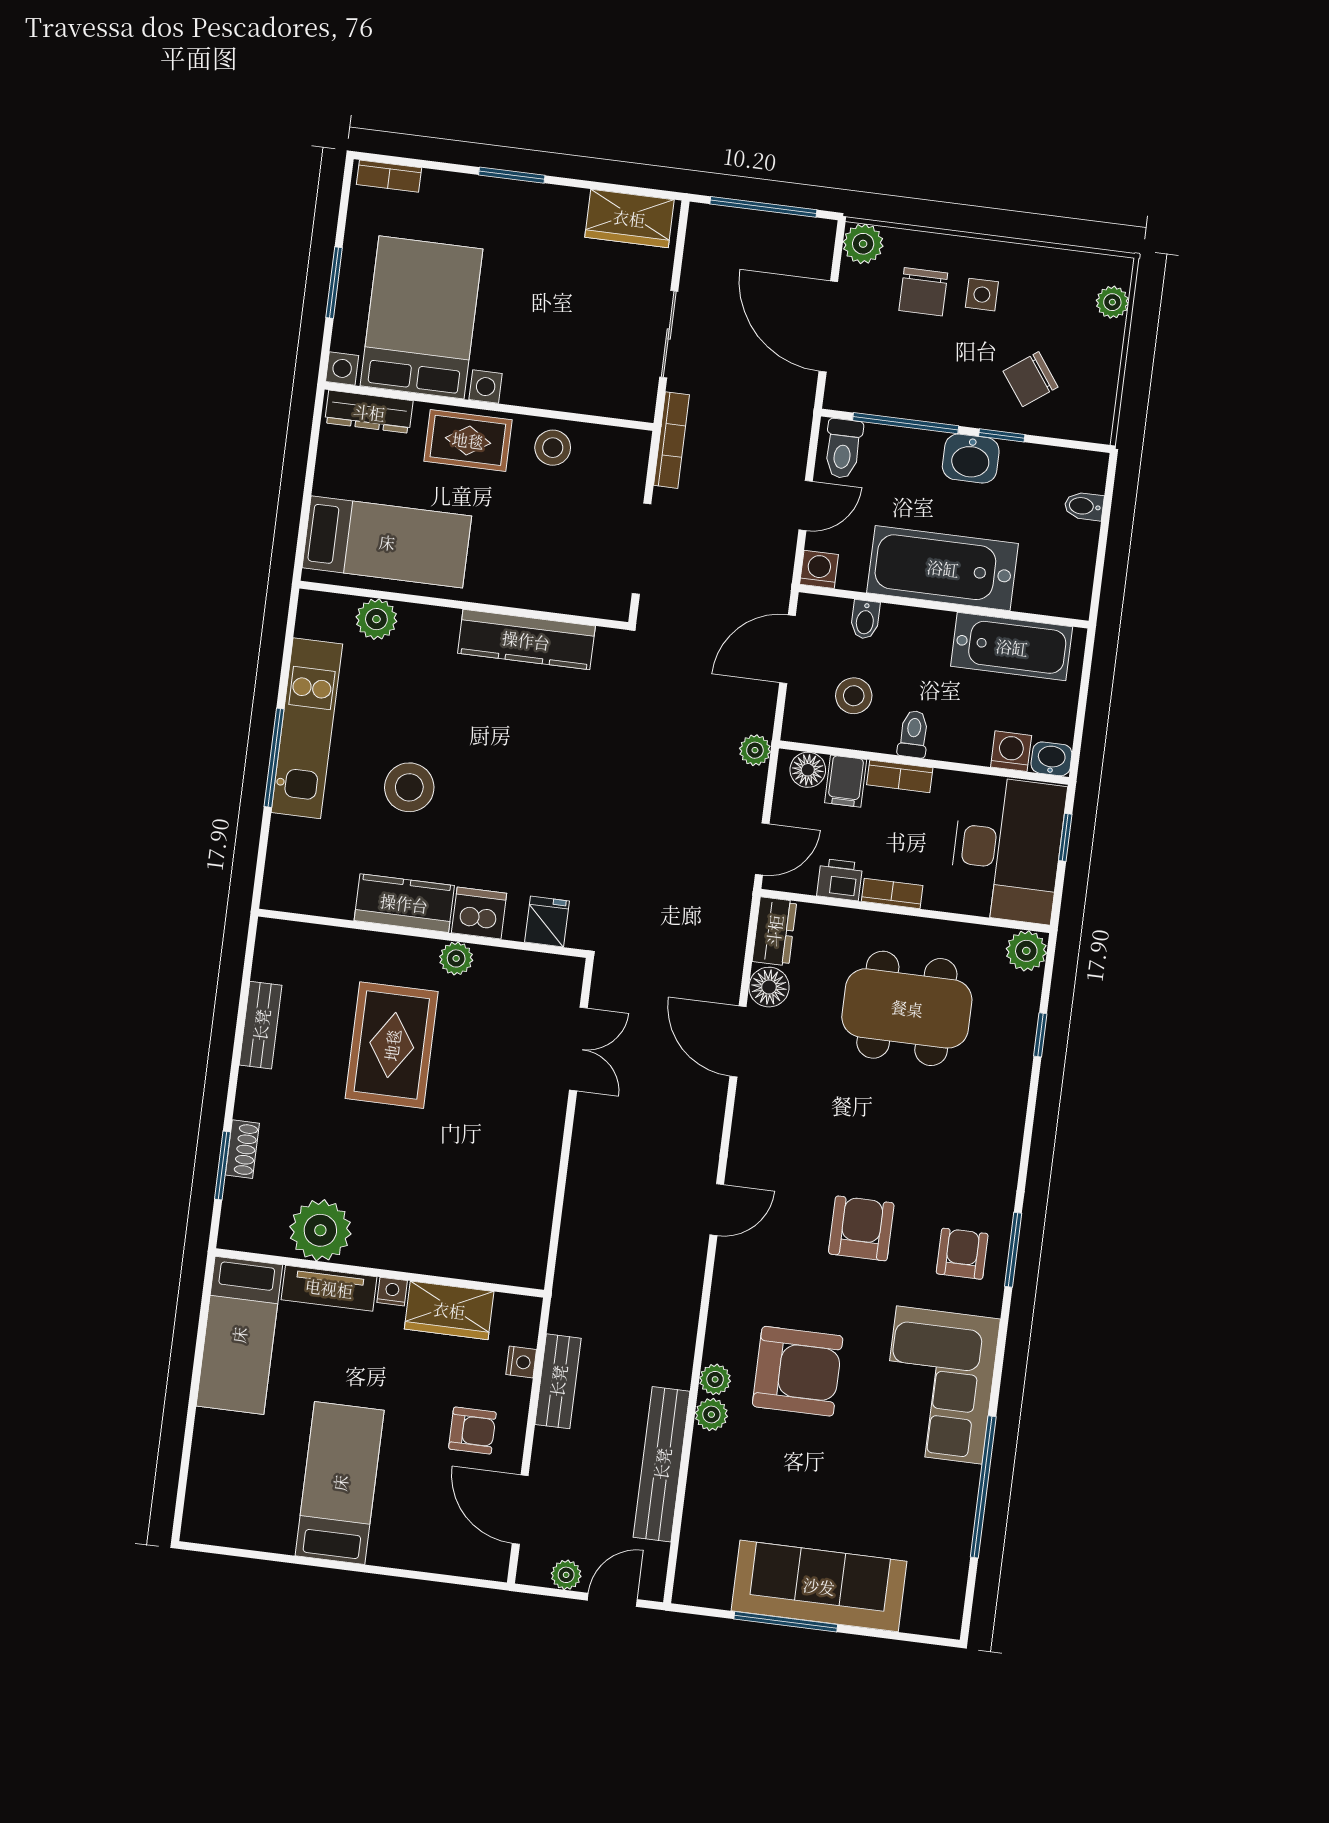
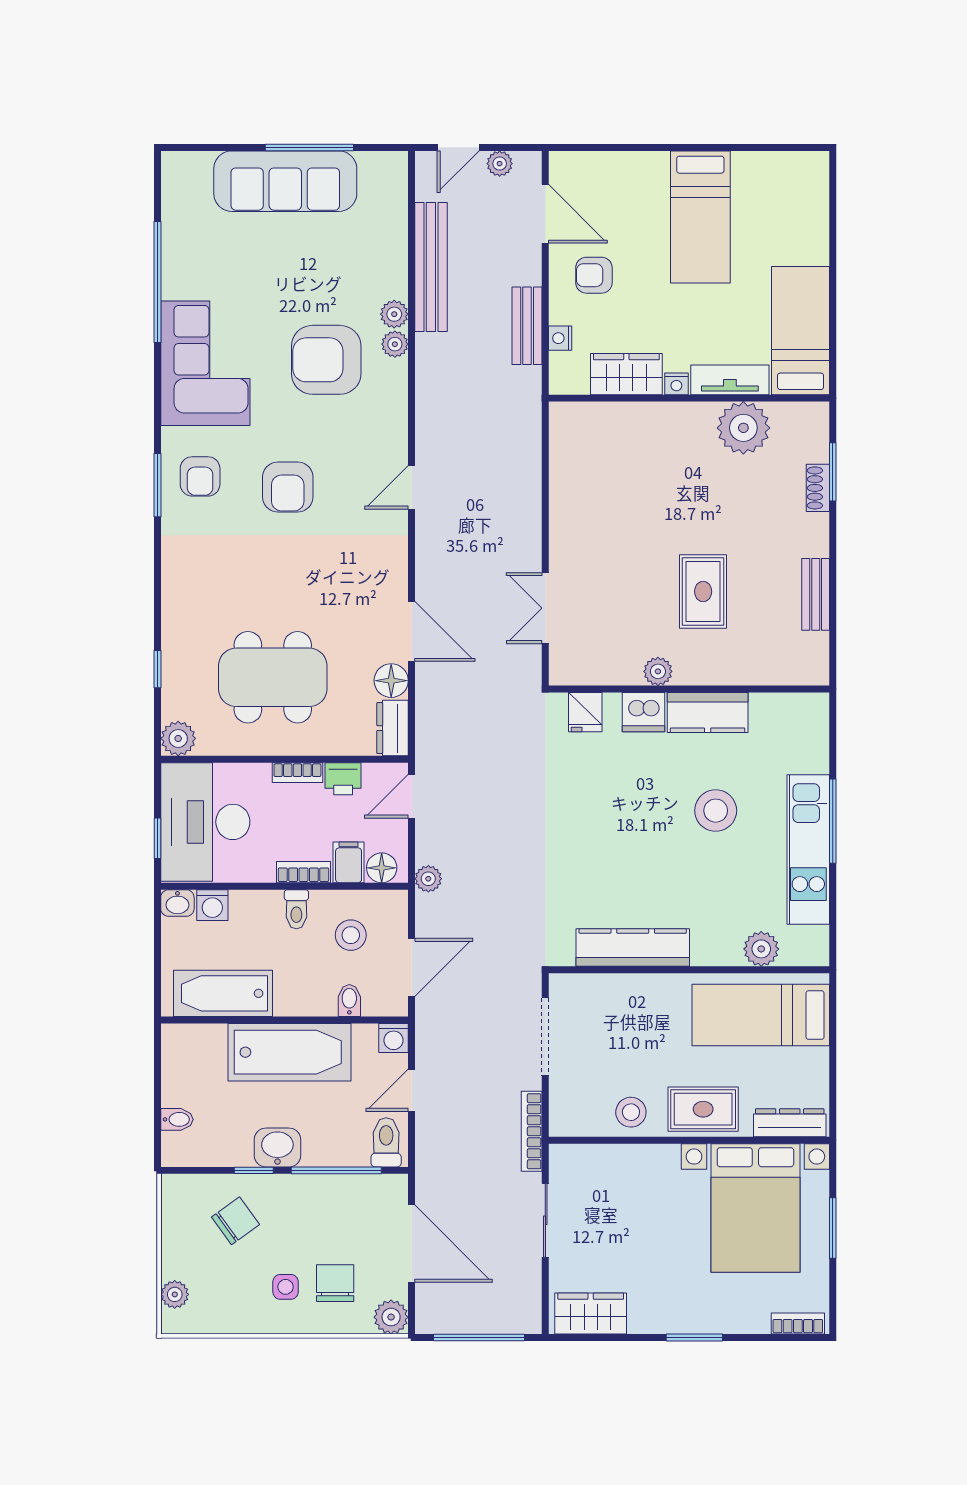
rug: (392, 1045) -> (703, 592), width x0.73, depth x0.70

